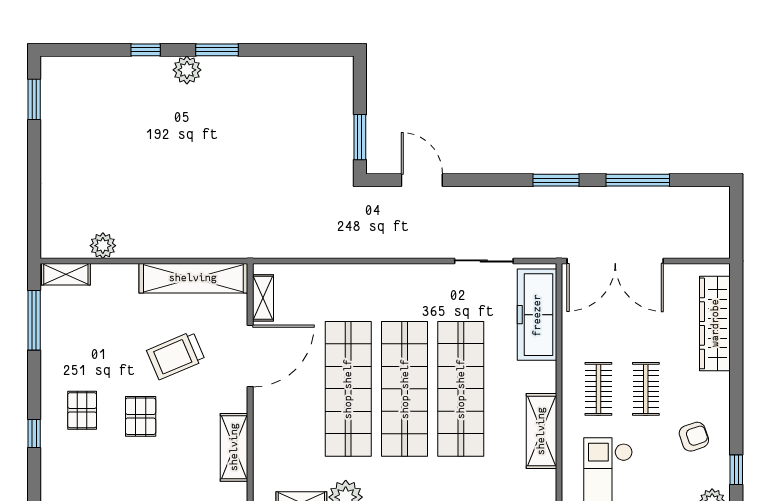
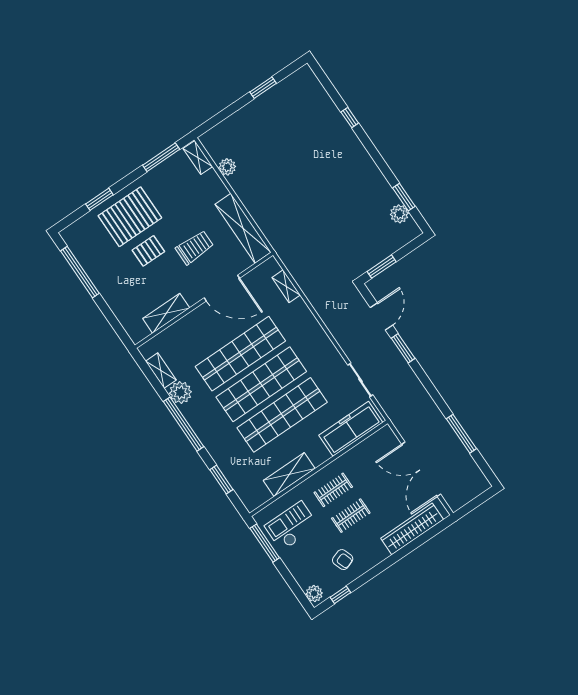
window: (217, 50) -> (404, 197), moved
plant: (187, 70) -> (399, 214), moved
window: (34, 99) -> (263, 88), moved
window: (556, 180) -> (403, 348), moved
double door: (615, 261) -> (421, 469), moved
shelving: (263, 298) -> (286, 286), moved, turned 90
trolley: (176, 355) -> (195, 247), turned 113
pallet: (82, 410) -> (130, 217), width x2.05, depth x2.00
window: (34, 434) -> (99, 199), width x1.50

